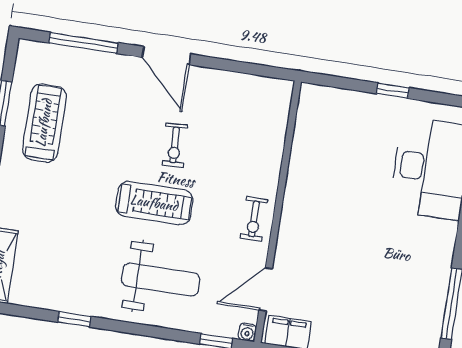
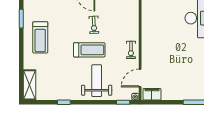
treadmill: (44, 123) -> (40, 37), moved, turned 180
weight bench: (161, 280) -> (97, 81), turned -90

